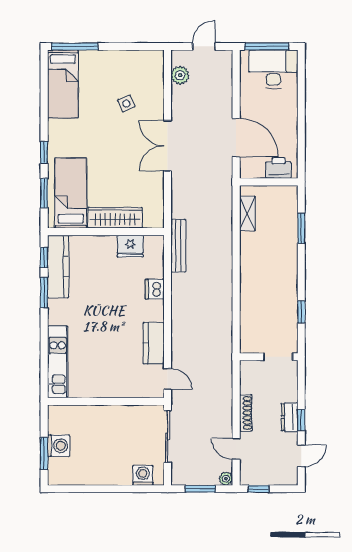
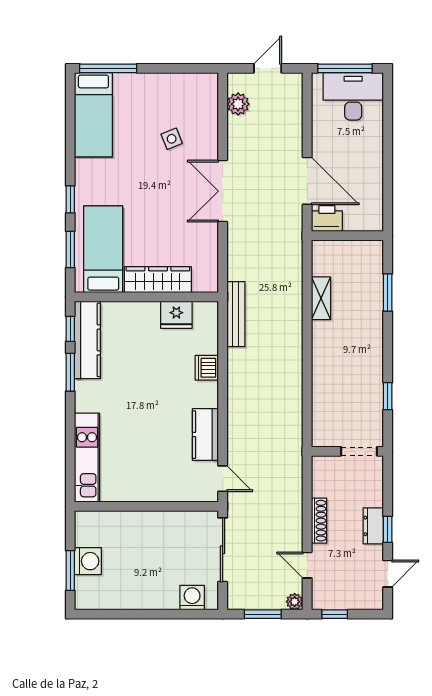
printer: (278, 168) -> (327, 218), moved
shelving: (247, 213) -> (321, 298), moved

